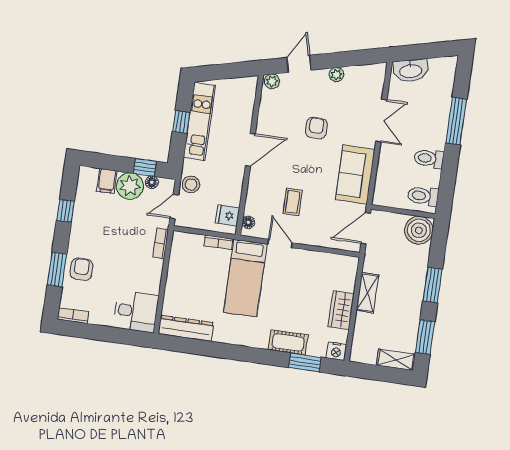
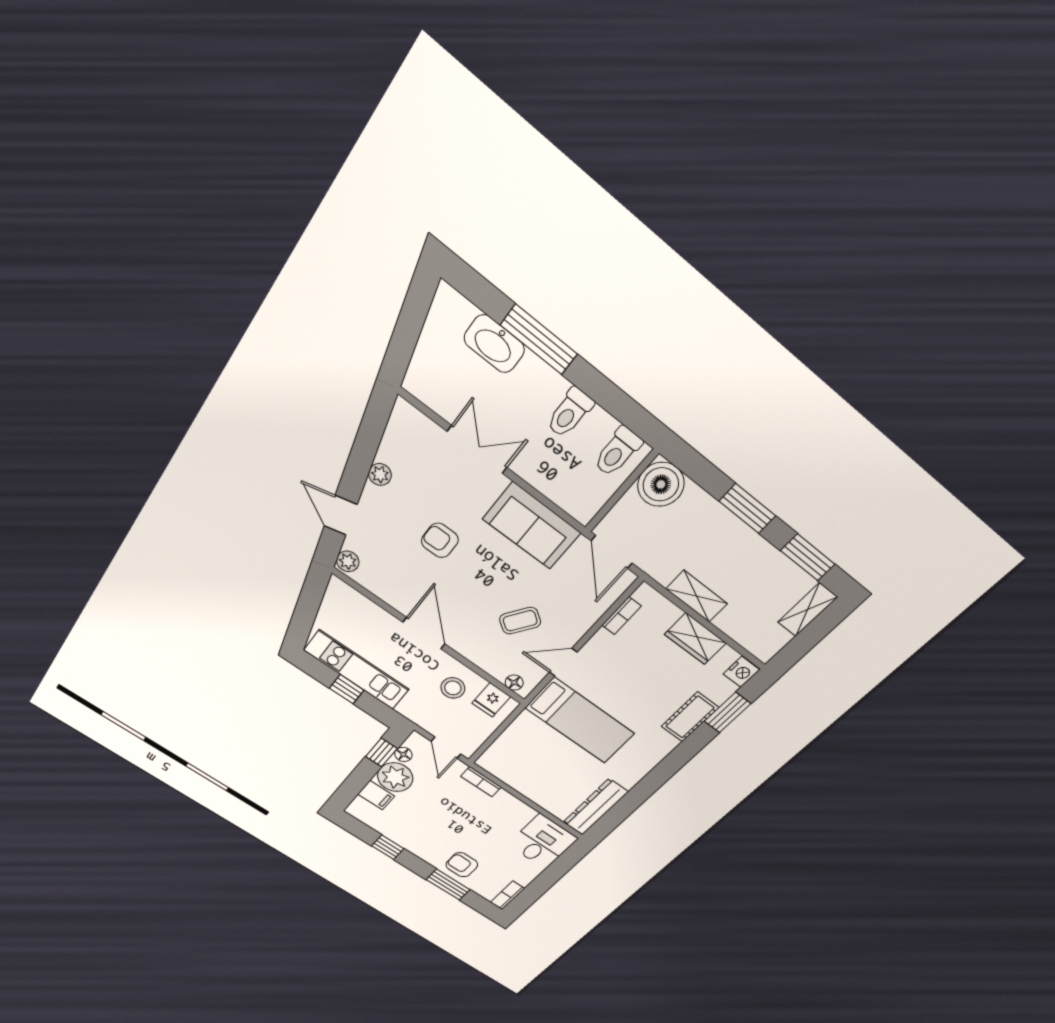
washbasin: (411, 70) -> (494, 344), moved, turned 104
stool: (191, 184) -> (453, 688), moved
coffee table: (293, 202) -> (520, 621), turned -55
bookcase: (218, 242) -> (622, 616), moved

